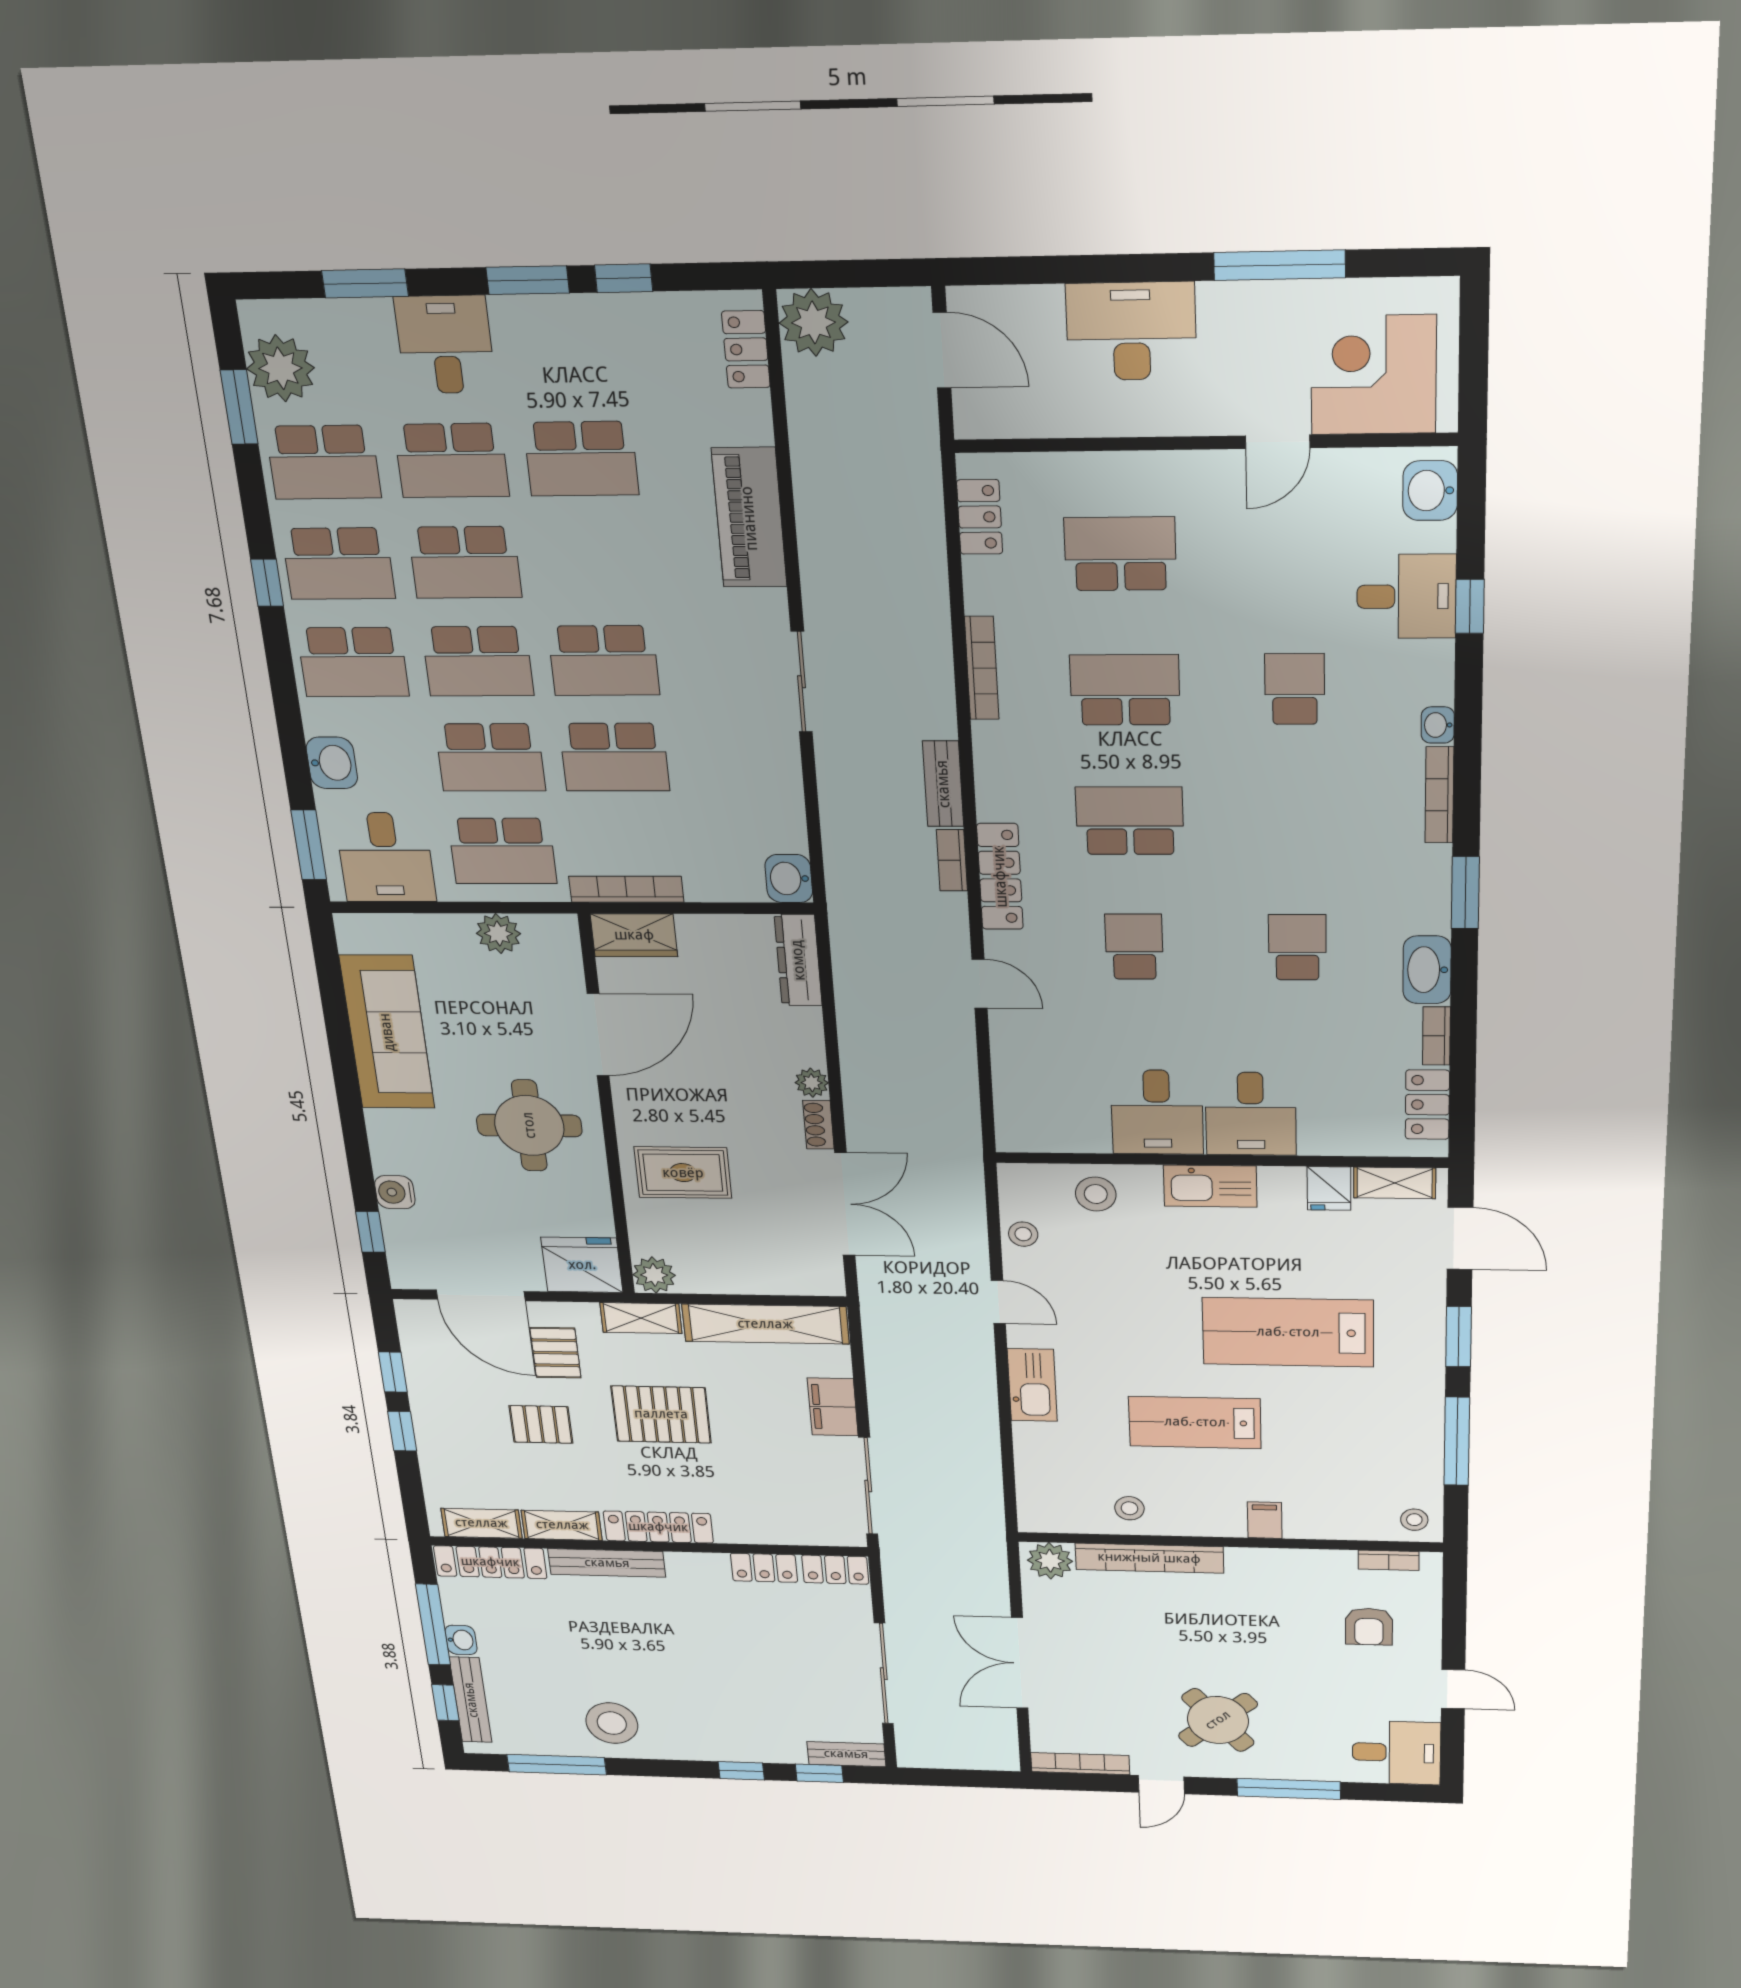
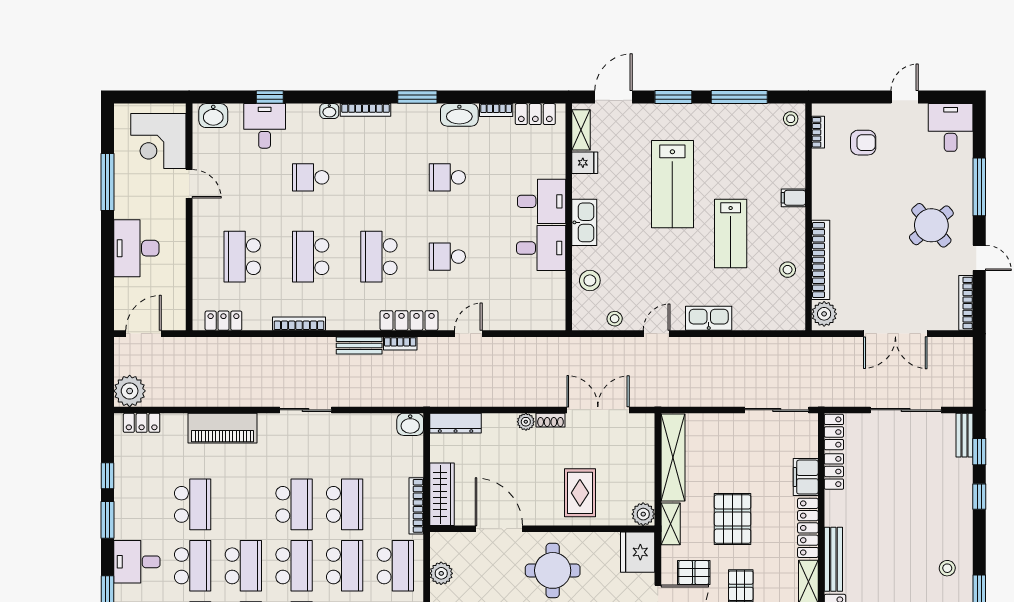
wardrobe: (634, 935) -> (442, 494), width x1.50
filing cabinet: (833, 1407) -> (806, 477), moved, turned 90
stool: (612, 1723) -> (947, 568), width x0.53, depth x0.53

